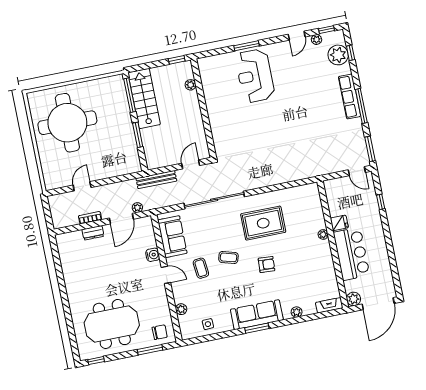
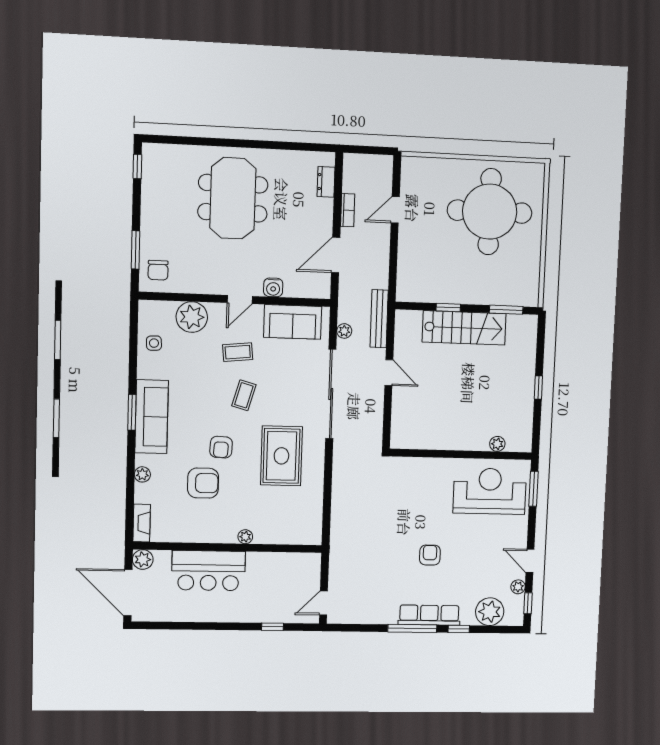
window: (351, 53) -> (459, 629), moved
plant: (191, 85) -> (497, 444), moved
window: (130, 95) -> (506, 310), width x0.69
stairs: (144, 99) -> (464, 328), moved
armchair: (308, 106) -> (430, 555), added
wall: (203, 108) -> (461, 454), moved
window: (138, 135) -> (448, 307), width x0.67
window: (370, 149) -> (350, 628), removed
door: (82, 186) -> (395, 210), swing flipped
plant: (137, 208) -> (344, 331), moved
door: (121, 219) -> (336, 255), hinge flipped
fridge: (339, 223) -> (256, 563), removed
dresser: (93, 233) -> (326, 182), moved
armchair: (293, 271) -> (203, 483), added
plant: (181, 309) -> (192, 317), width x1.87, depth x1.87
meeting table: (112, 324) -> (233, 198), moved

